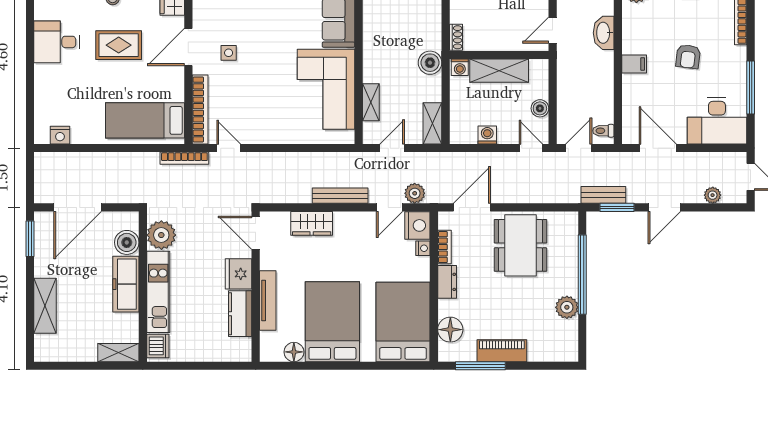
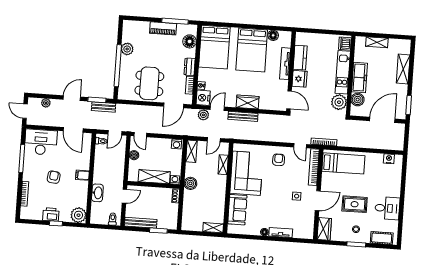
armchair: (267, 119) -> (279, 160), added
washing machine: (487, 135) -> (177, 144), moved
wardrobe: (312, 223) -> (248, 102), moved
shelving: (118, 353) -> (377, 42), moved

